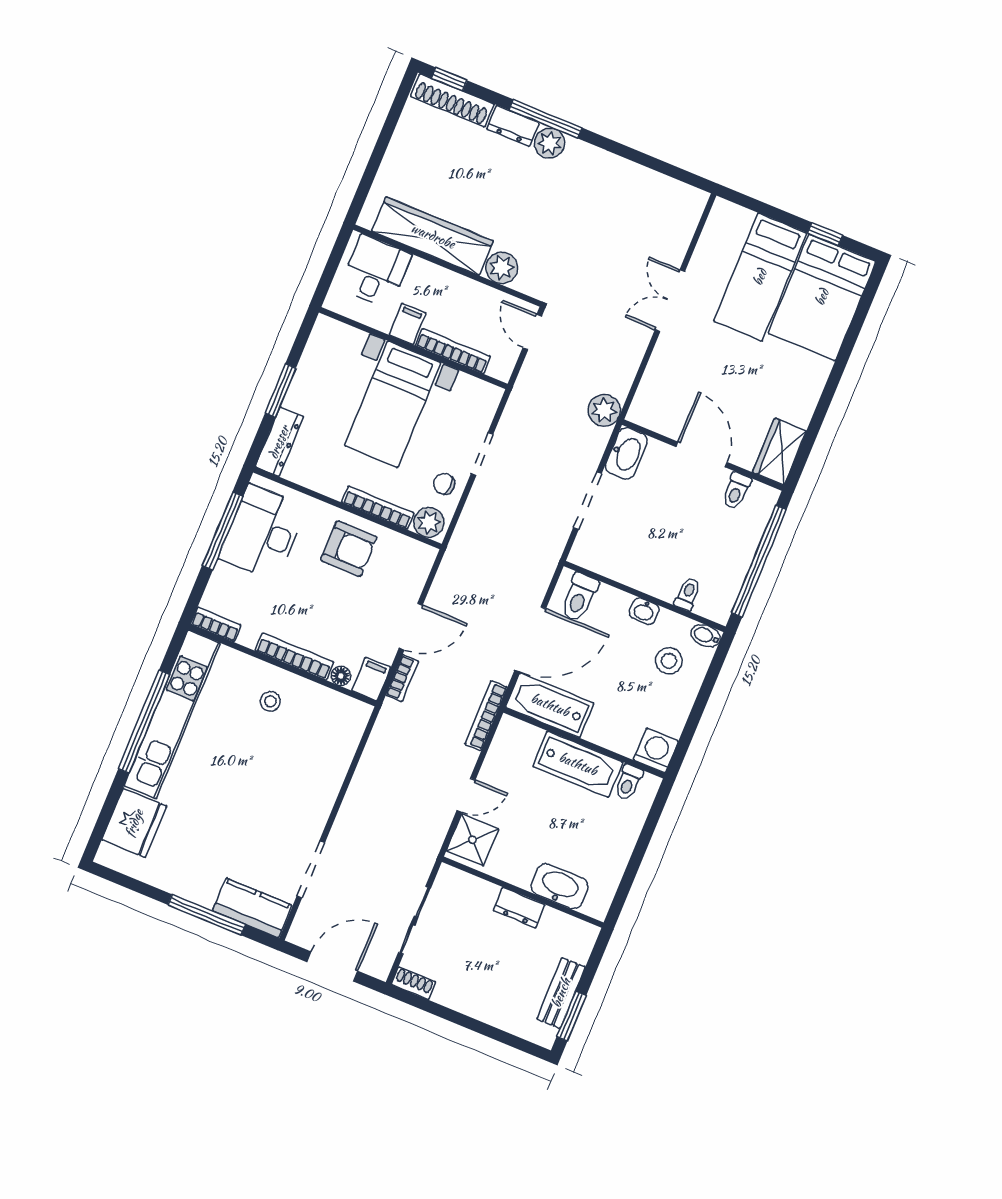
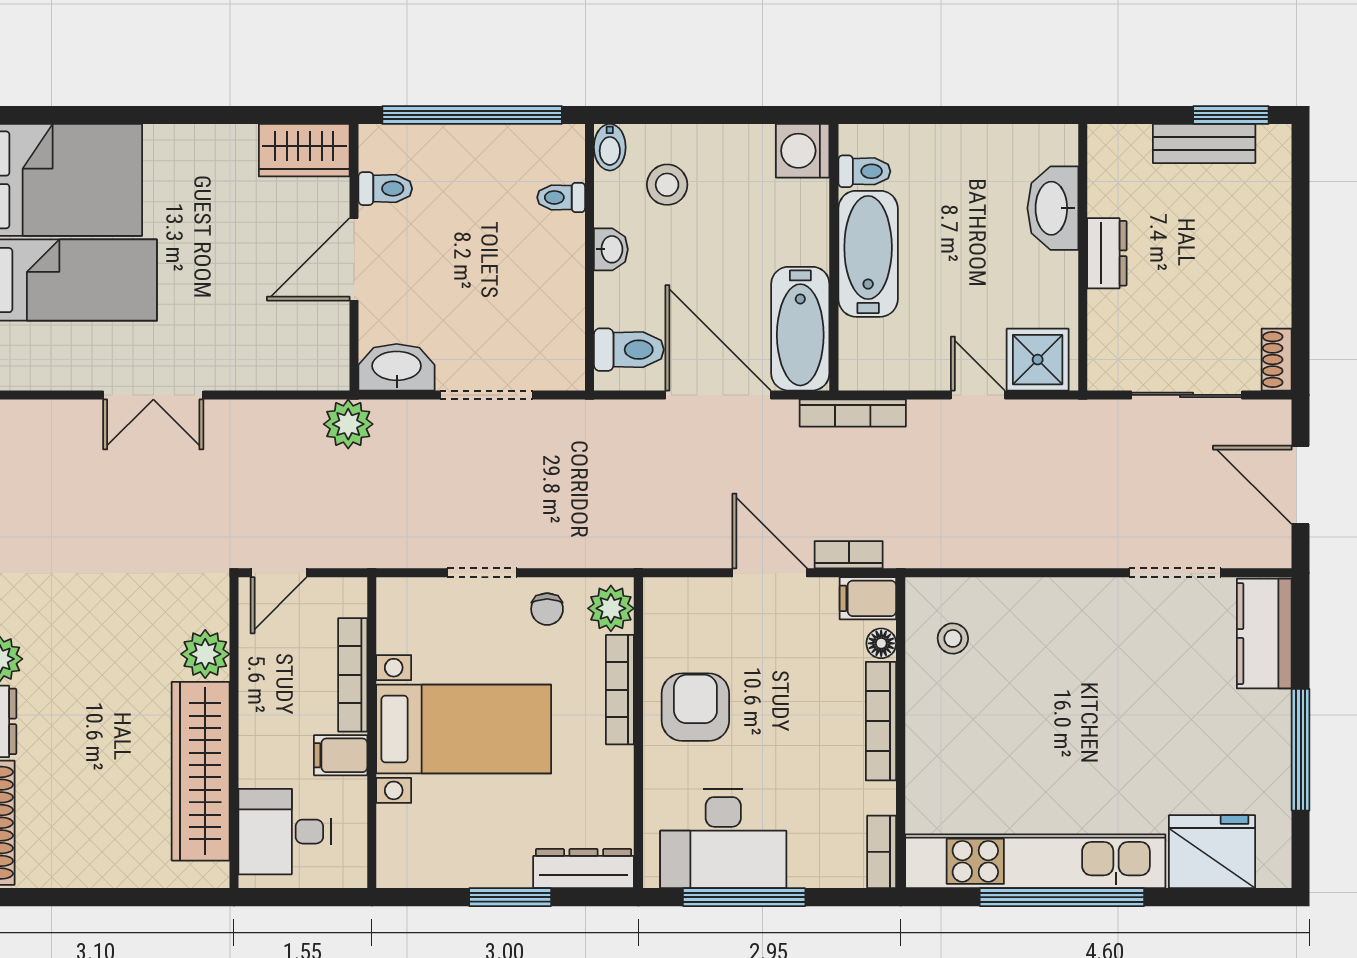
stool: (270, 701) -> (953, 638), moved
window: (207, 915) -> (1301, 750), moved

